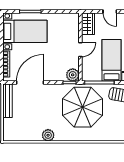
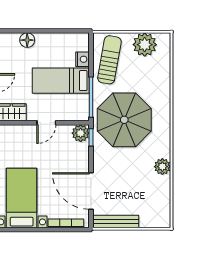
door: (80, 50) -> (46, 123), swing flipped

